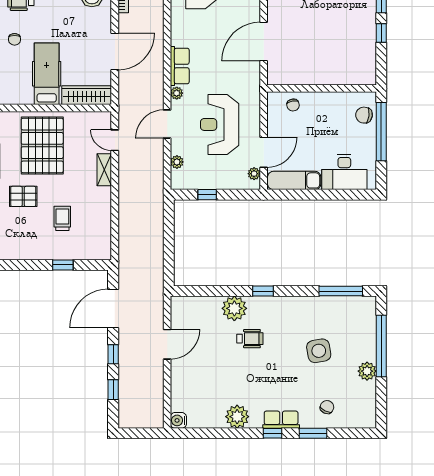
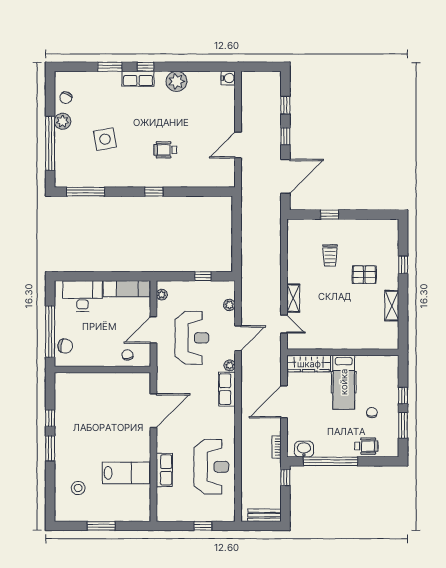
pallet: (42, 145) -> (348, 319), removed
door: (264, 152) -> (153, 330), moved
plant: (234, 308) -> (179, 176), removed
chair: (327, 407) -> (66, 98), moved

